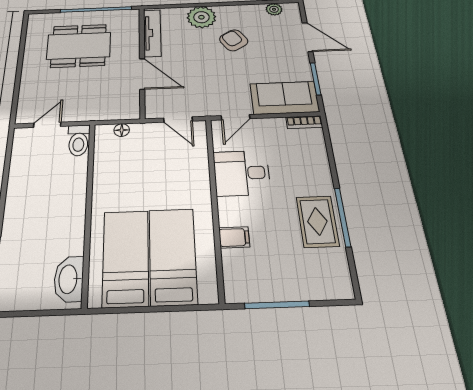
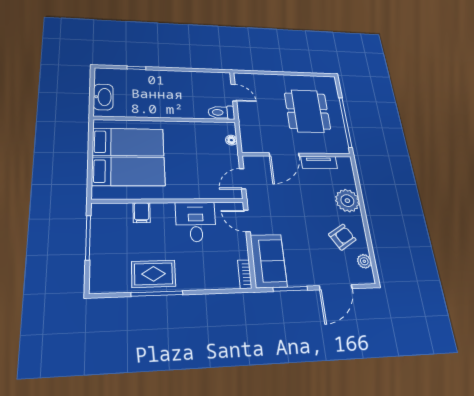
tv unit: (152, 33) -> (319, 162), width x0.71
armchair: (234, 40) -> (342, 237), moved
washbasin: (69, 279) -> (103, 97), moved, turned 90

